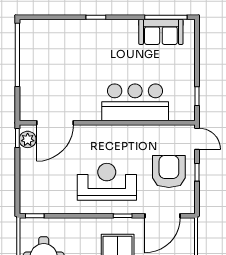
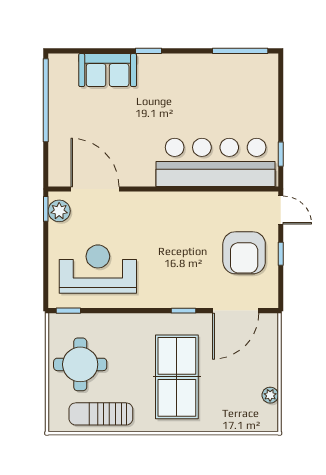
sofa: (161, 32) -> (108, 70), moved
bar counter: (135, 102) -> (216, 162), width x1.36
door: (55, 123) -> (95, 189), swing flipped
armchair: (169, 172) -> (244, 253), turned 180
reception desk: (107, 182) -> (98, 269), moved

